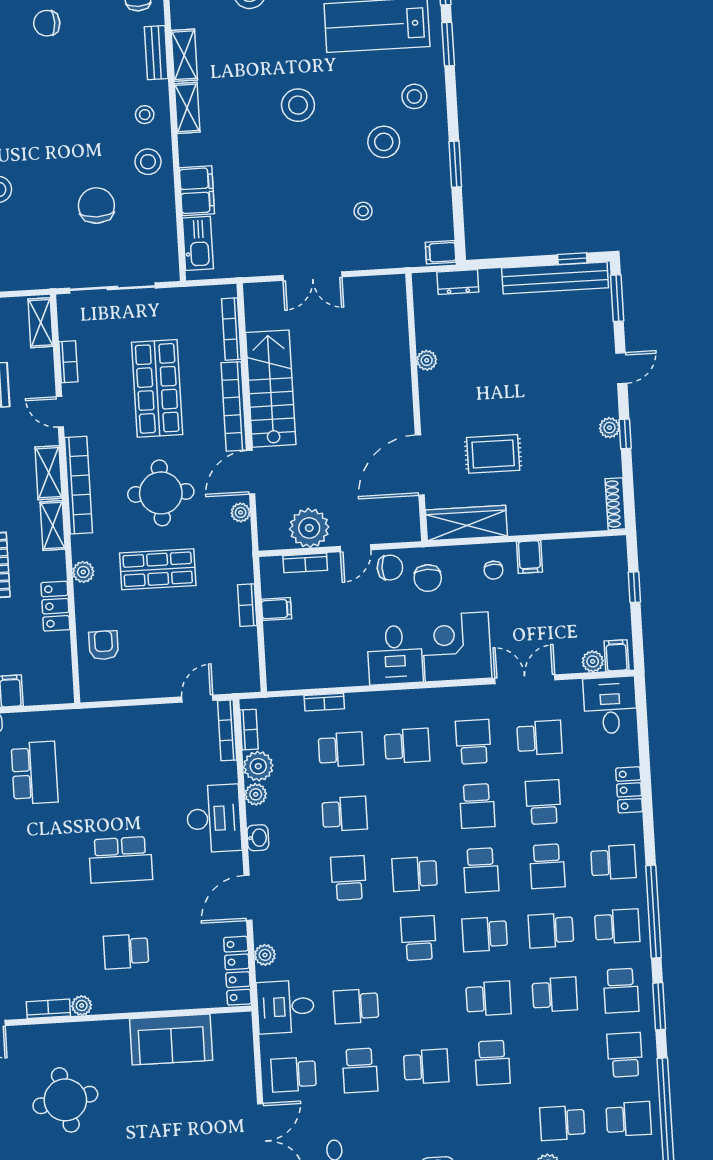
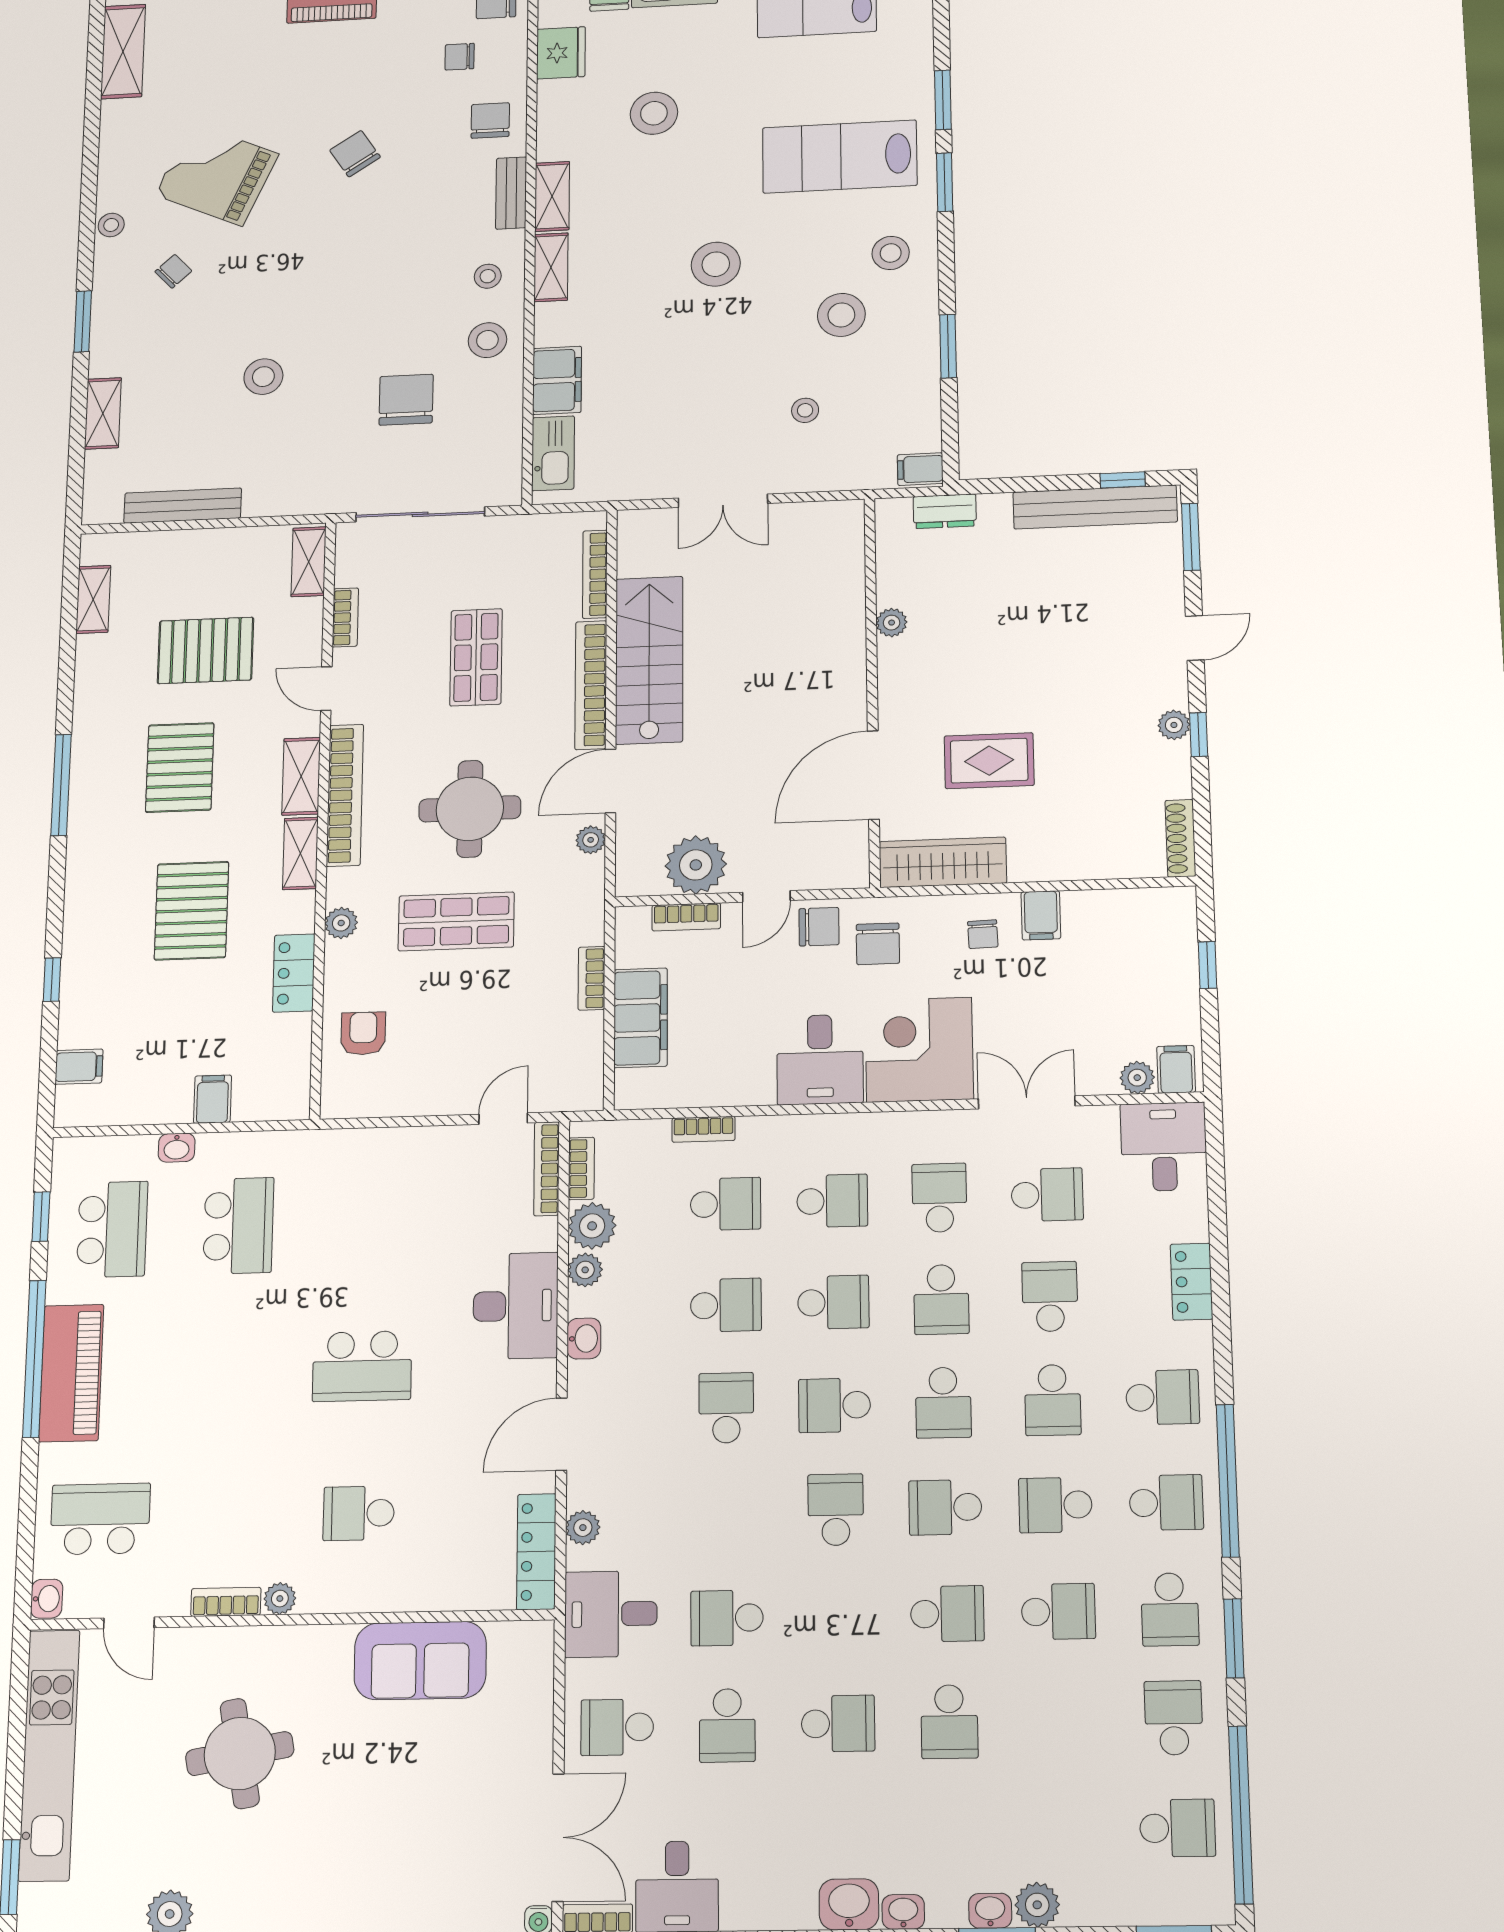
chair: (47, 23) -> (355, 154), turned 57
shop shelf: (157, 388) -> (476, 657), width x0.70, depth x0.74
filing cabinet: (276, 609) -> (641, 1018), width x3.00, depth x1.17
school desk: (562, 1123) -> (833, 1302), moved, turned 180

